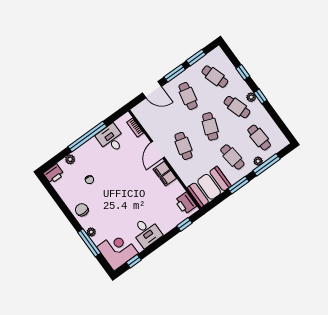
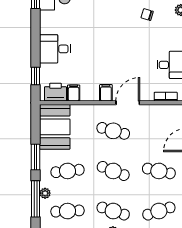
cafe table: (237, 107) -> (113, 211), turned 36
door: (158, 150) -> (128, 103), hinge flipped
filing cabinet: (168, 178) -> (74, 93), moved
desk: (146, 232) -> (55, 49), moved

